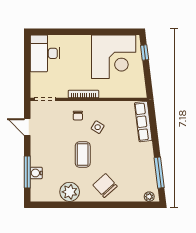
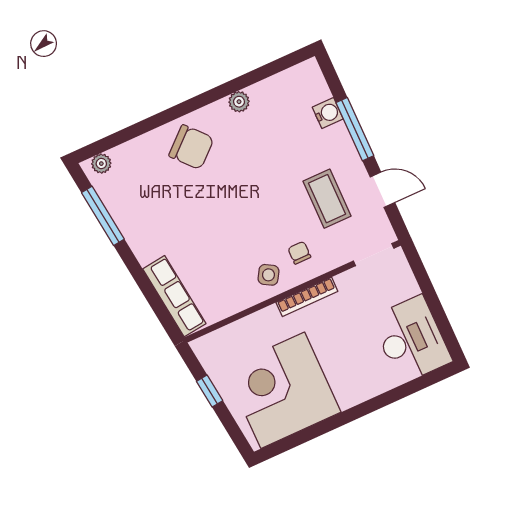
window: (145, 52) -> (210, 391), moved
side table: (98, 127) -> (268, 275), moved
coffee table: (83, 155) -> (327, 199), moved
window: (27, 172) -> (355, 129), moved
plant: (70, 192) -> (239, 102), width x0.53, depth x0.53

